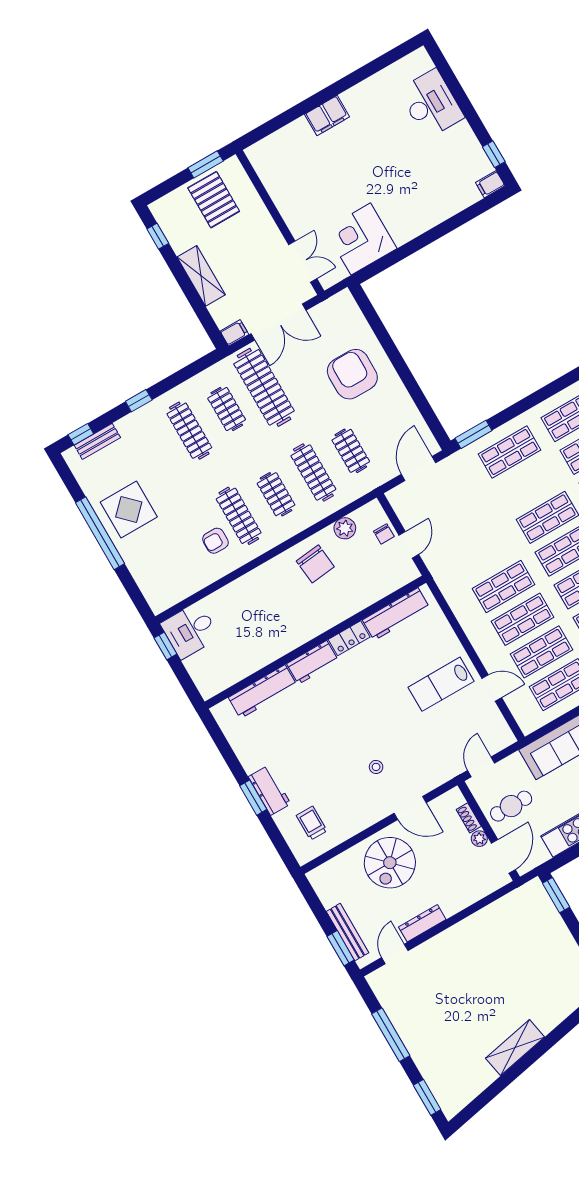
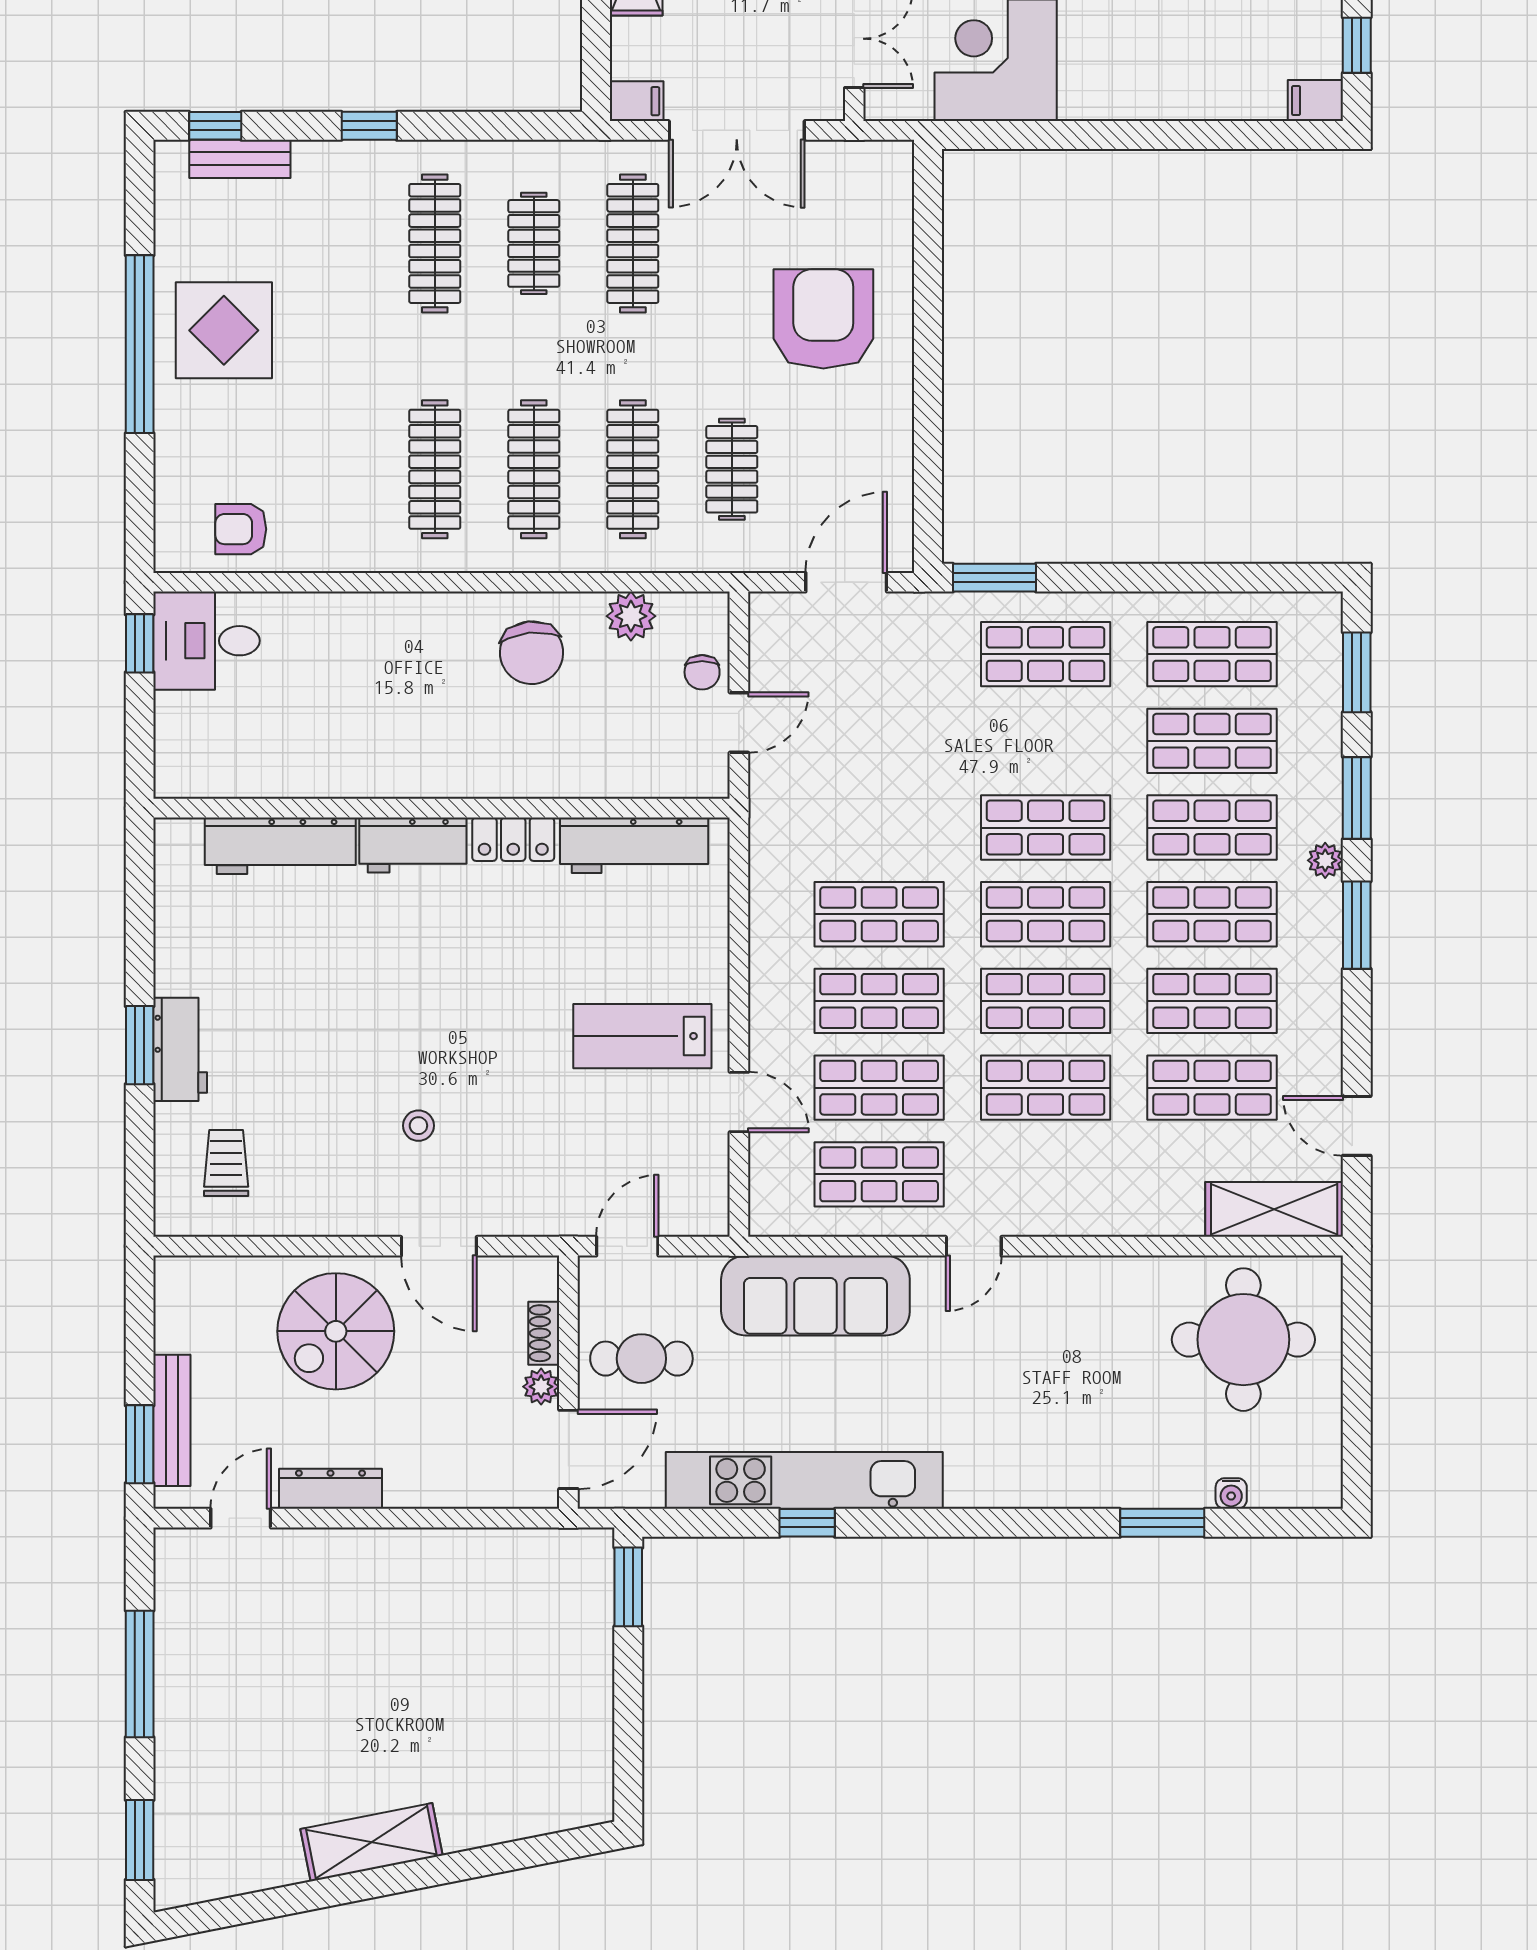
clothes rail: (264, 387) -> (633, 243), width x0.73, depth x0.76
clothes rail: (276, 494) -> (534, 469), width x1.36
armchair: (215, 541) -> (241, 529), moved

